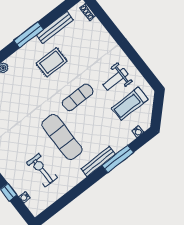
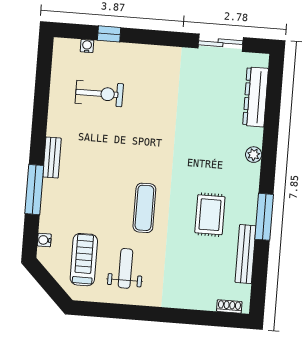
exercise mat: (62, 137) -> (116, 150), removed
bench: (98, 162) -> (52, 158), width x0.73

